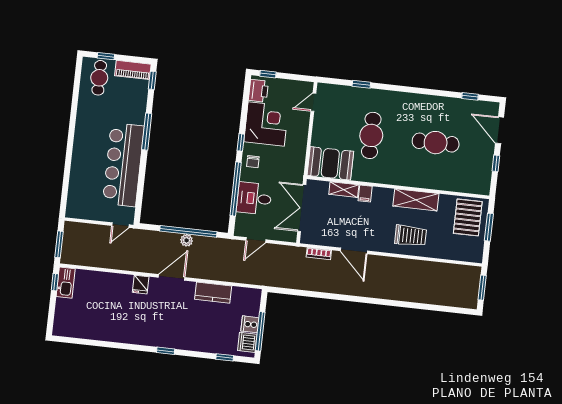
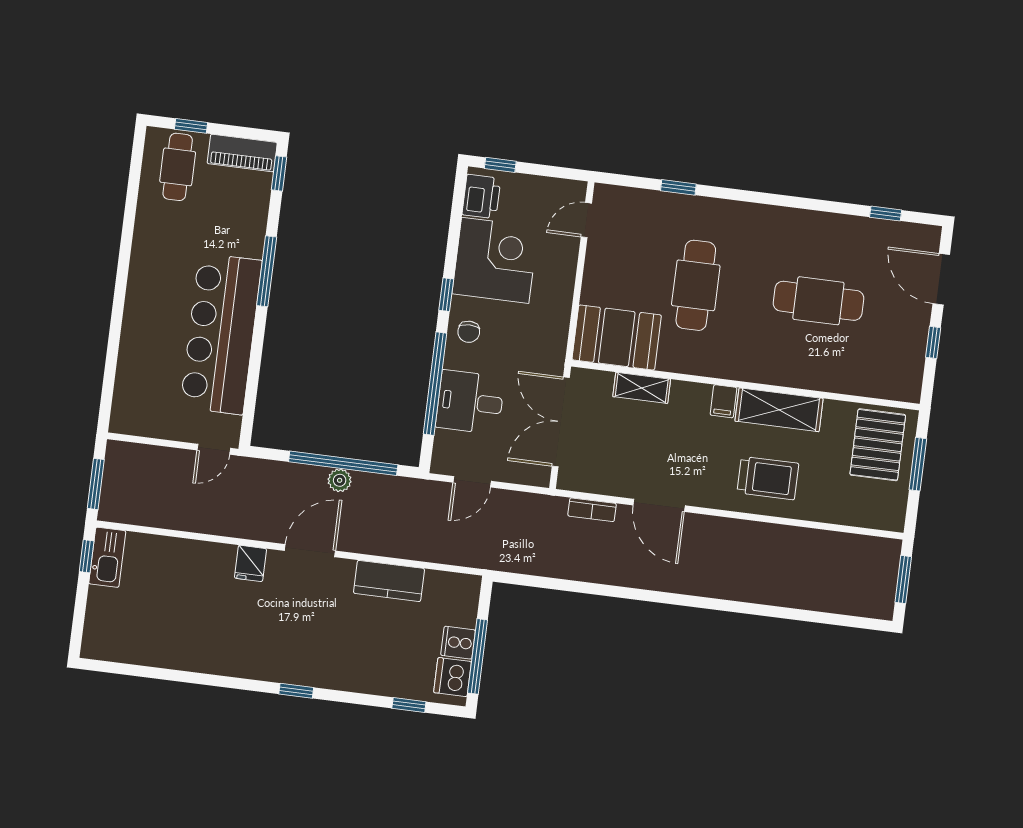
filing cabinet: (365, 193) -> (724, 401), moved

